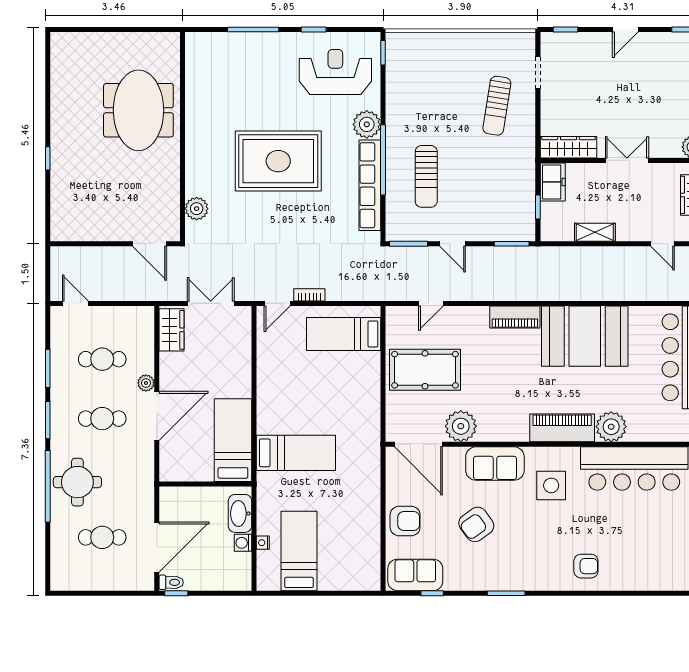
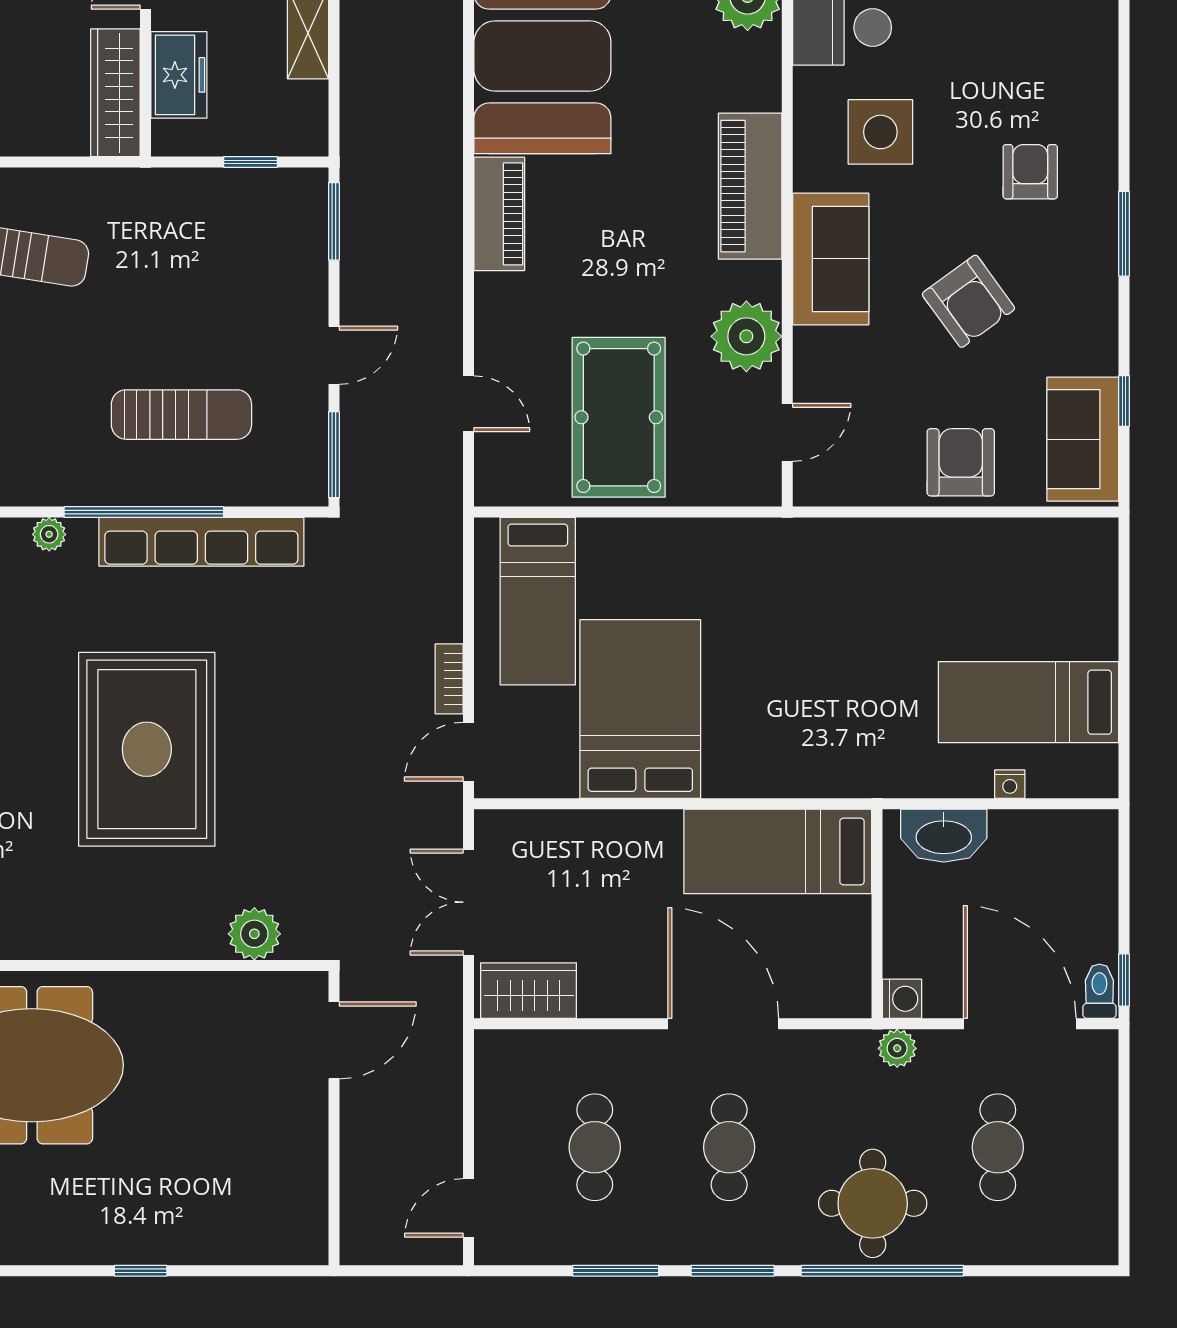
plant: (367, 124) -> (49, 534), width x0.53, depth x0.53
freezer: (553, 182) -> (179, 75), moved, turned 90
door: (277, 303) -> (469, 752), swing flipped
plant: (146, 383) -> (897, 1048), moved
piano: (562, 428) -> (750, 186), moved
door: (418, 444) -> (787, 432), width x0.53
bed: (296, 453) -> (640, 709), moved, width x1.50
washing machine: (243, 543) -> (902, 999), moved, turned -90
armchair: (586, 566) -> (1030, 172), moved

